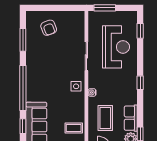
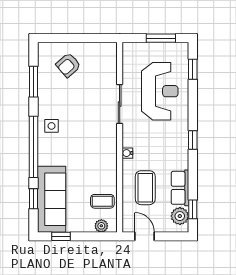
window: (105, 8) -> (161, 38), moved
armchair: (49, 28) -> (68, 65), turned 69
side table: (76, 86) -> (52, 126), moved

